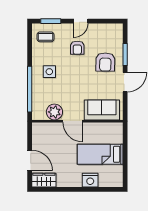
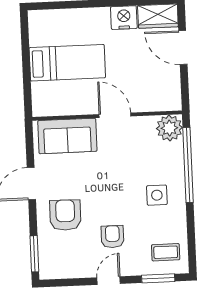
window: (125, 55) -> (34, 254), moved
plant: (54, 112) -> (169, 128), moved
nightstand: (90, 180) -> (124, 18), moved

